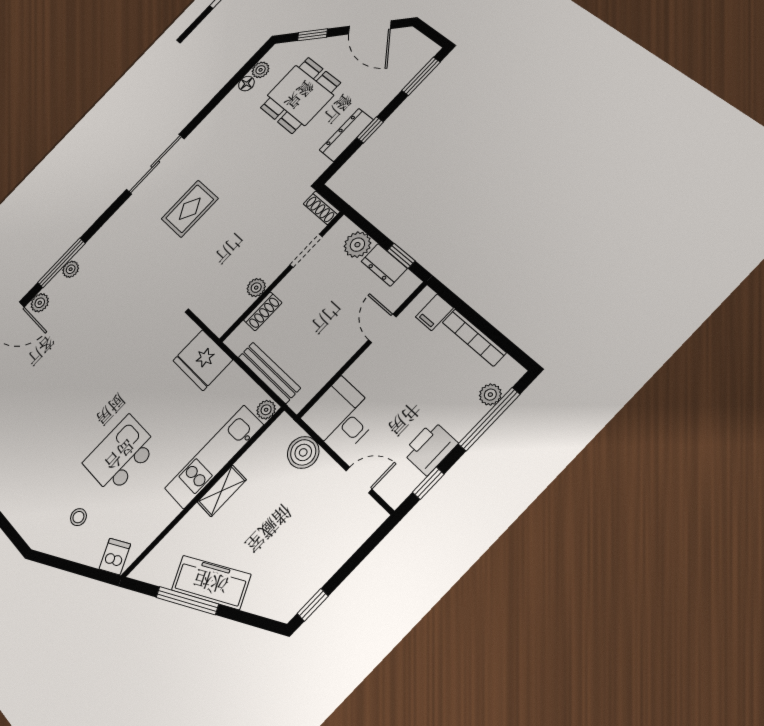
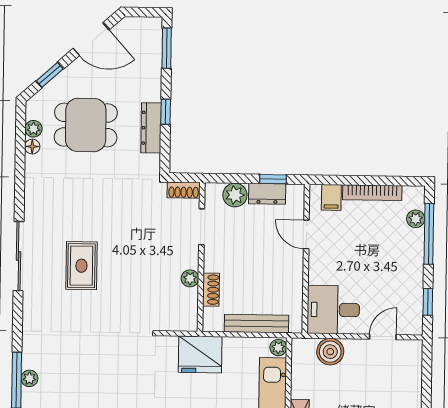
dining table: (300, 95) -> (86, 125), turned 90
printer: (430, 448) -> (409, 281), removed

